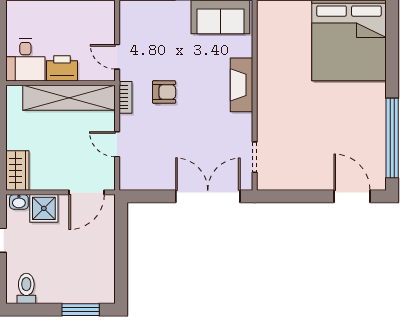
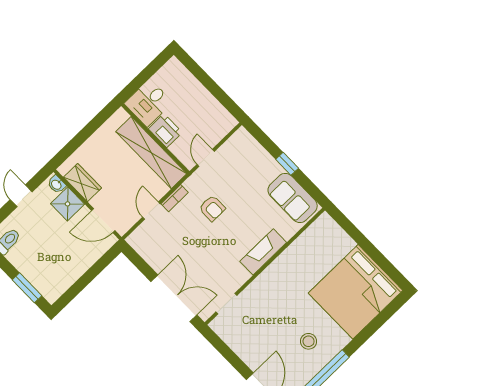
bookcase: (125, 97) -> (175, 198), moved
stool: (352, 119) -> (308, 341), added
wardrobe: (17, 170) -> (83, 183), moved, turned -90

